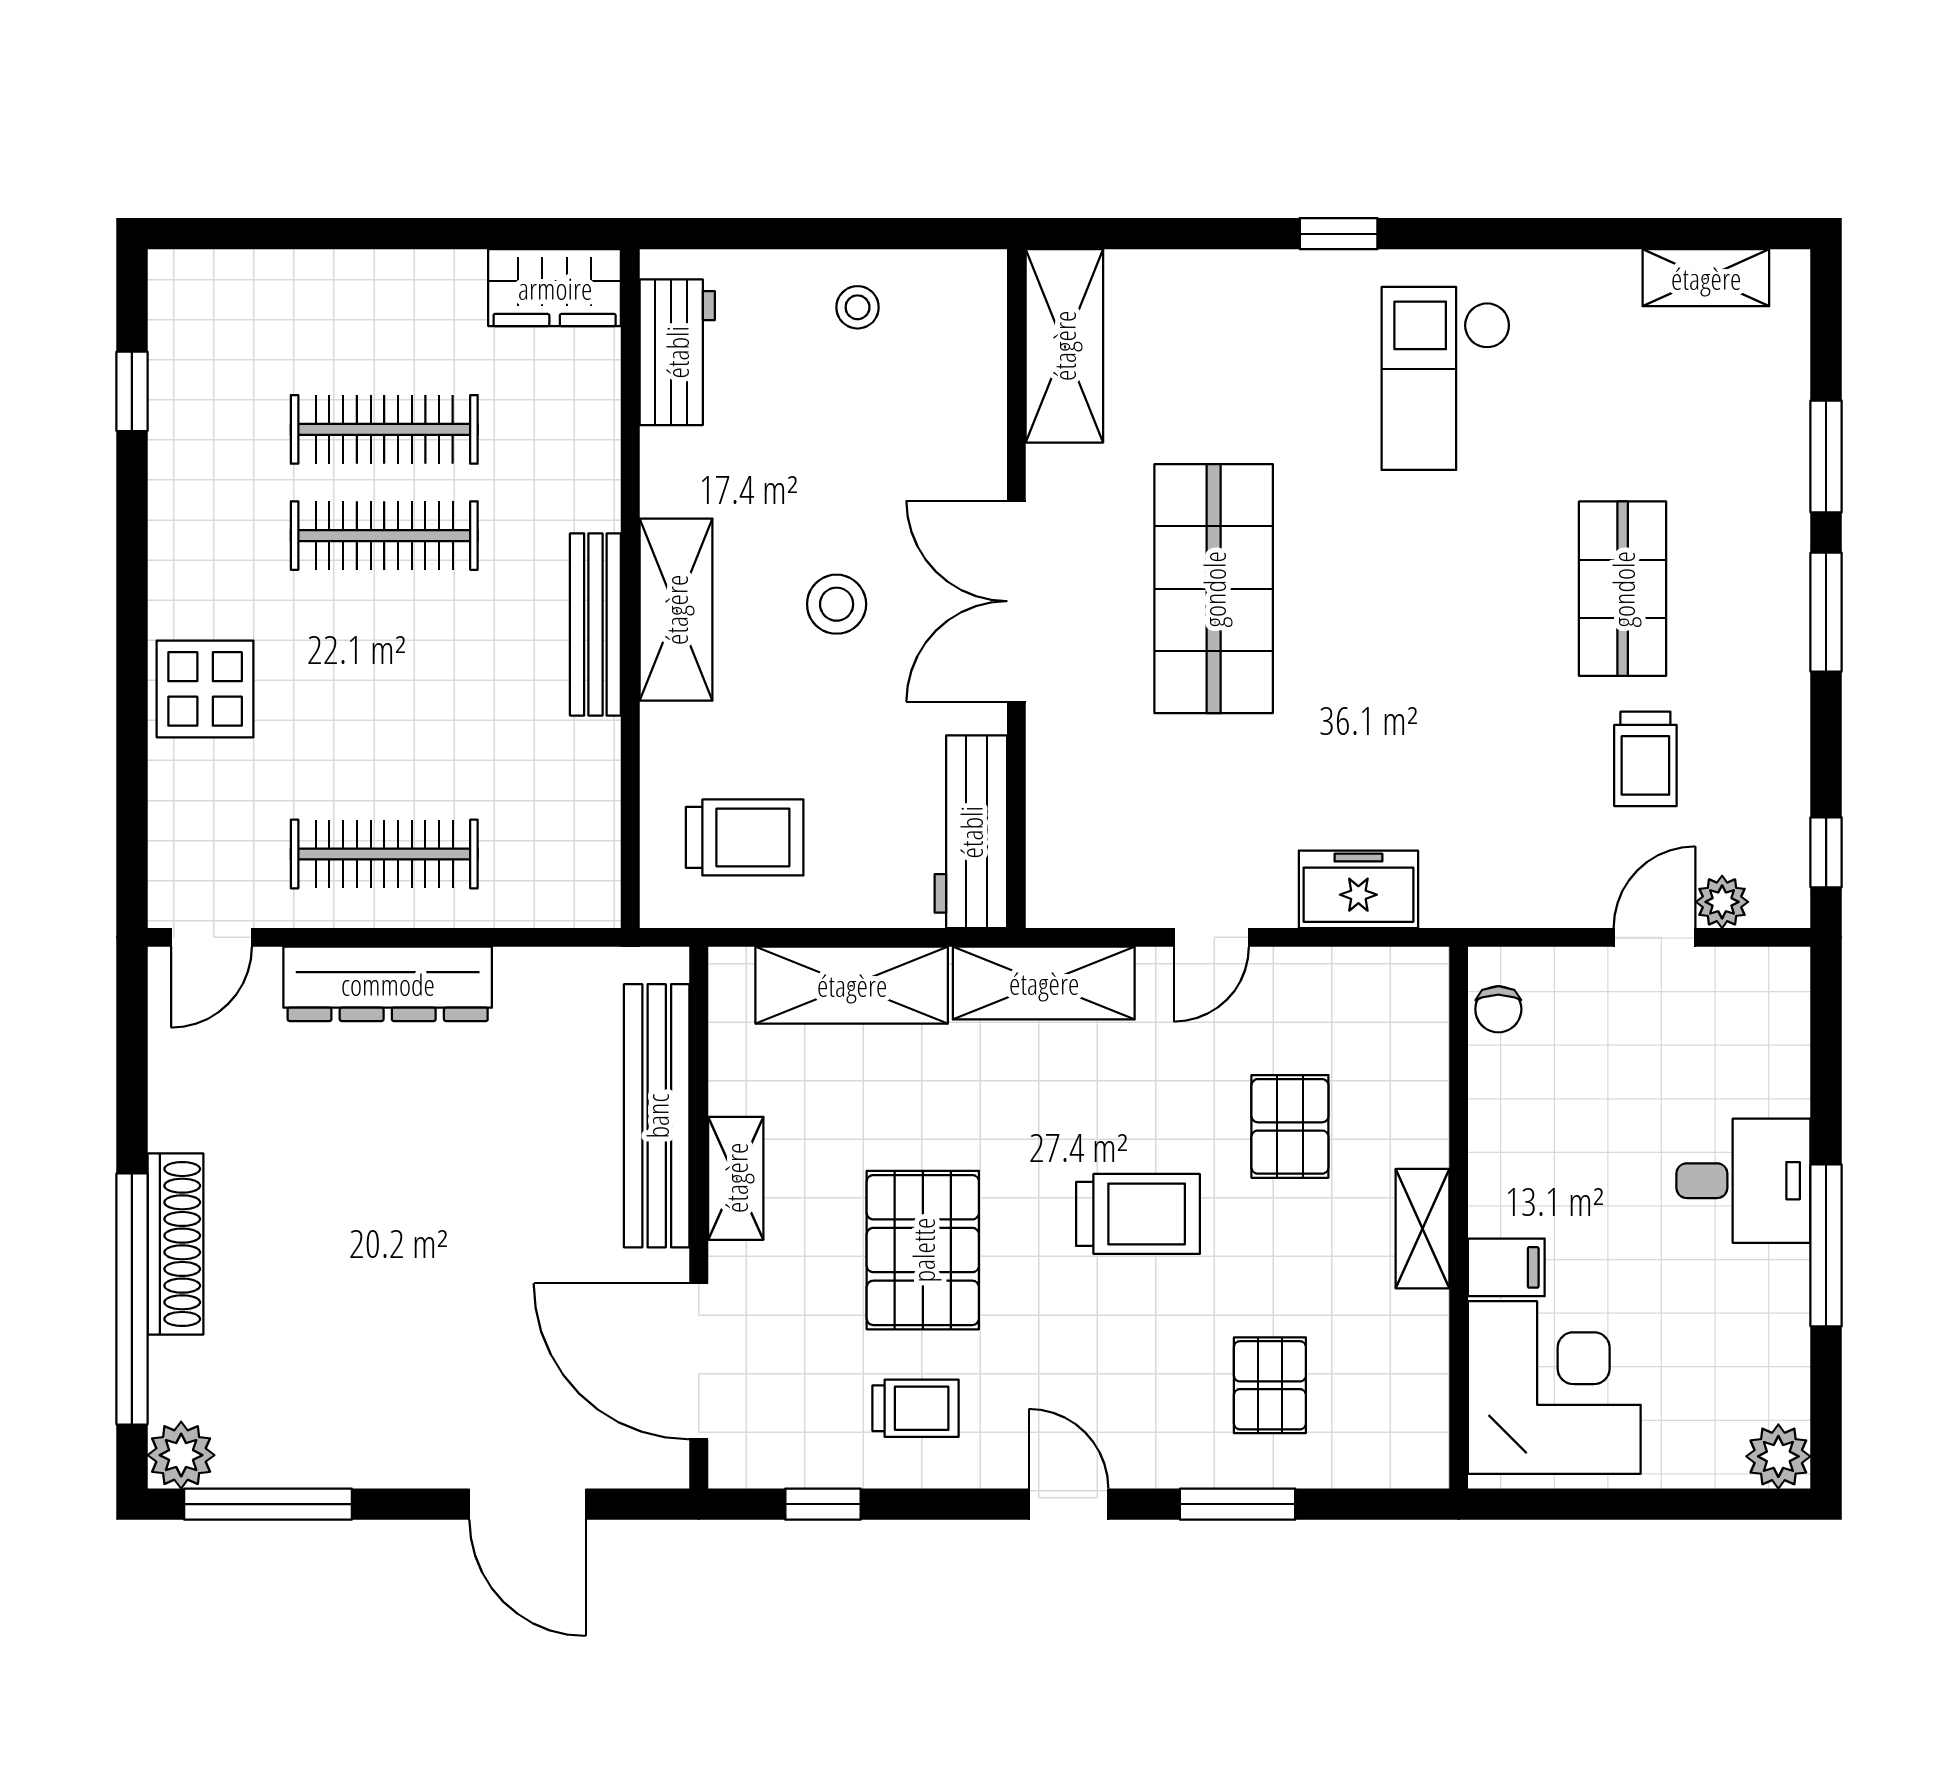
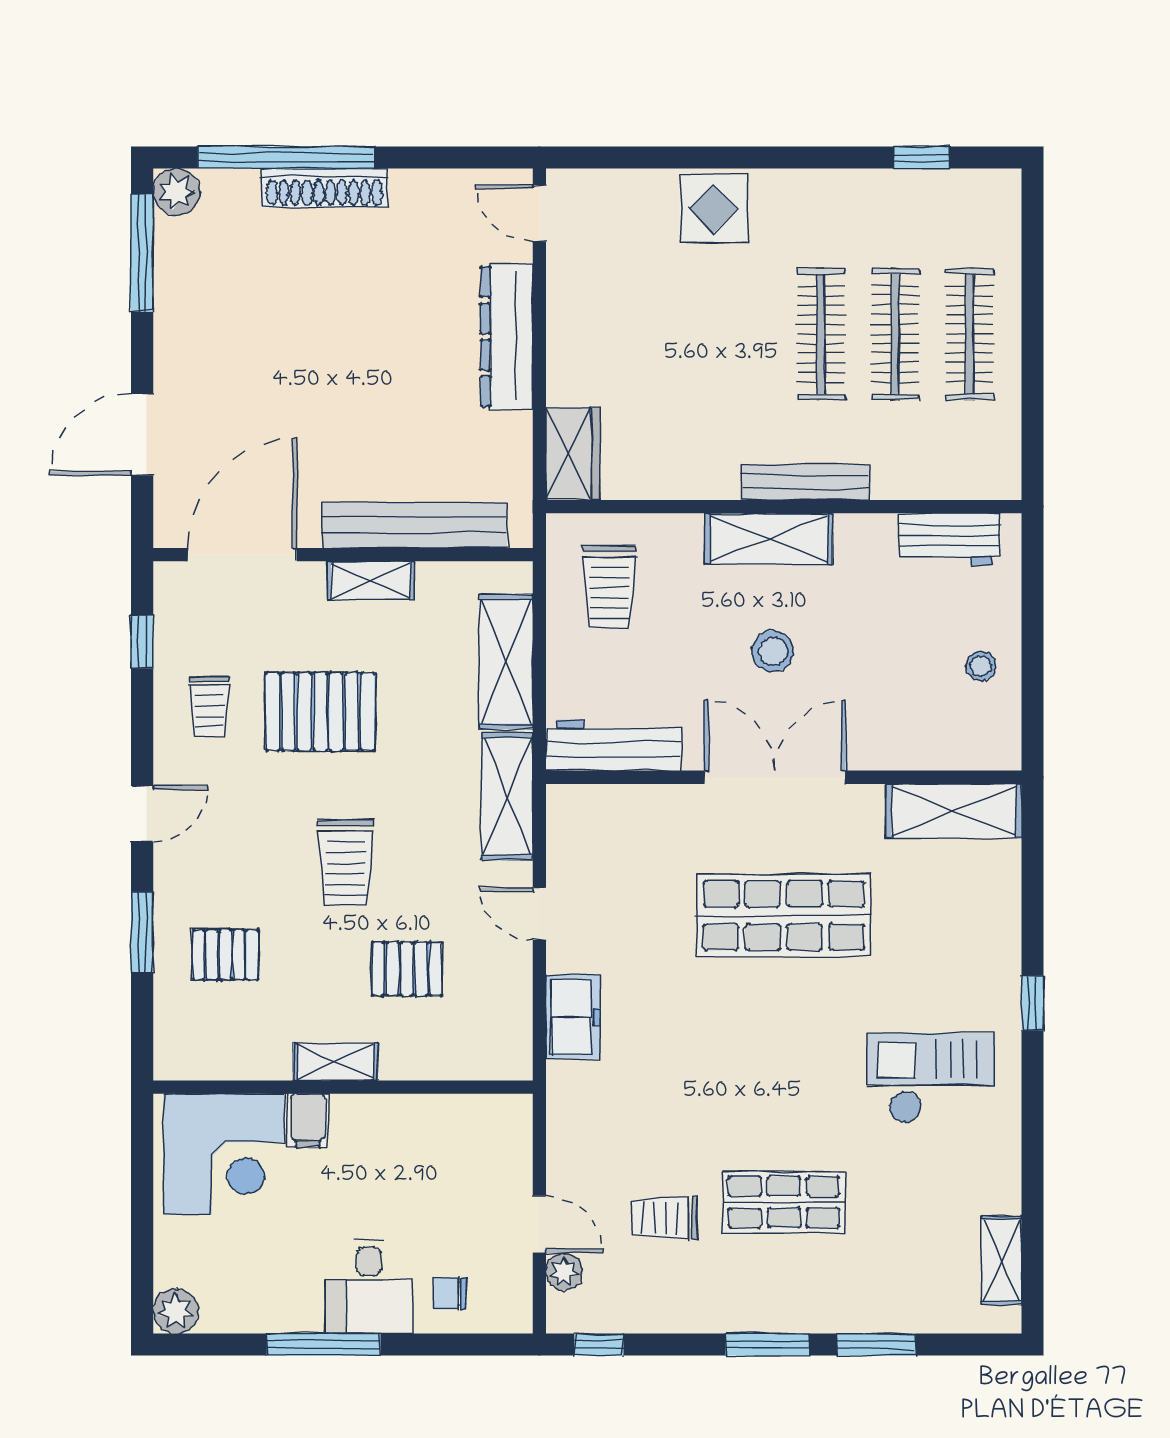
wardrobe: (555, 288) -> (573, 454), moved, turned 180
bench: (595, 624) -> (805, 482), moved
clothes rail: (384, 854) -> (970, 334), moved
chair: (1498, 1009) -> (450, 1293), moved

